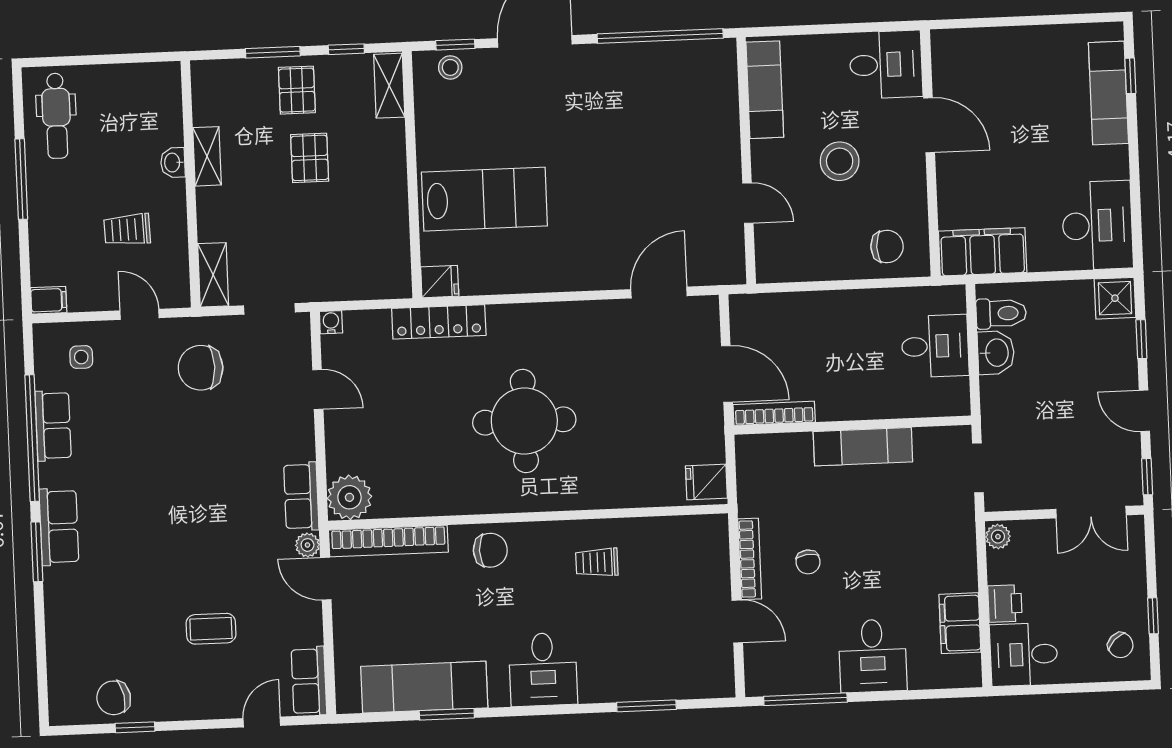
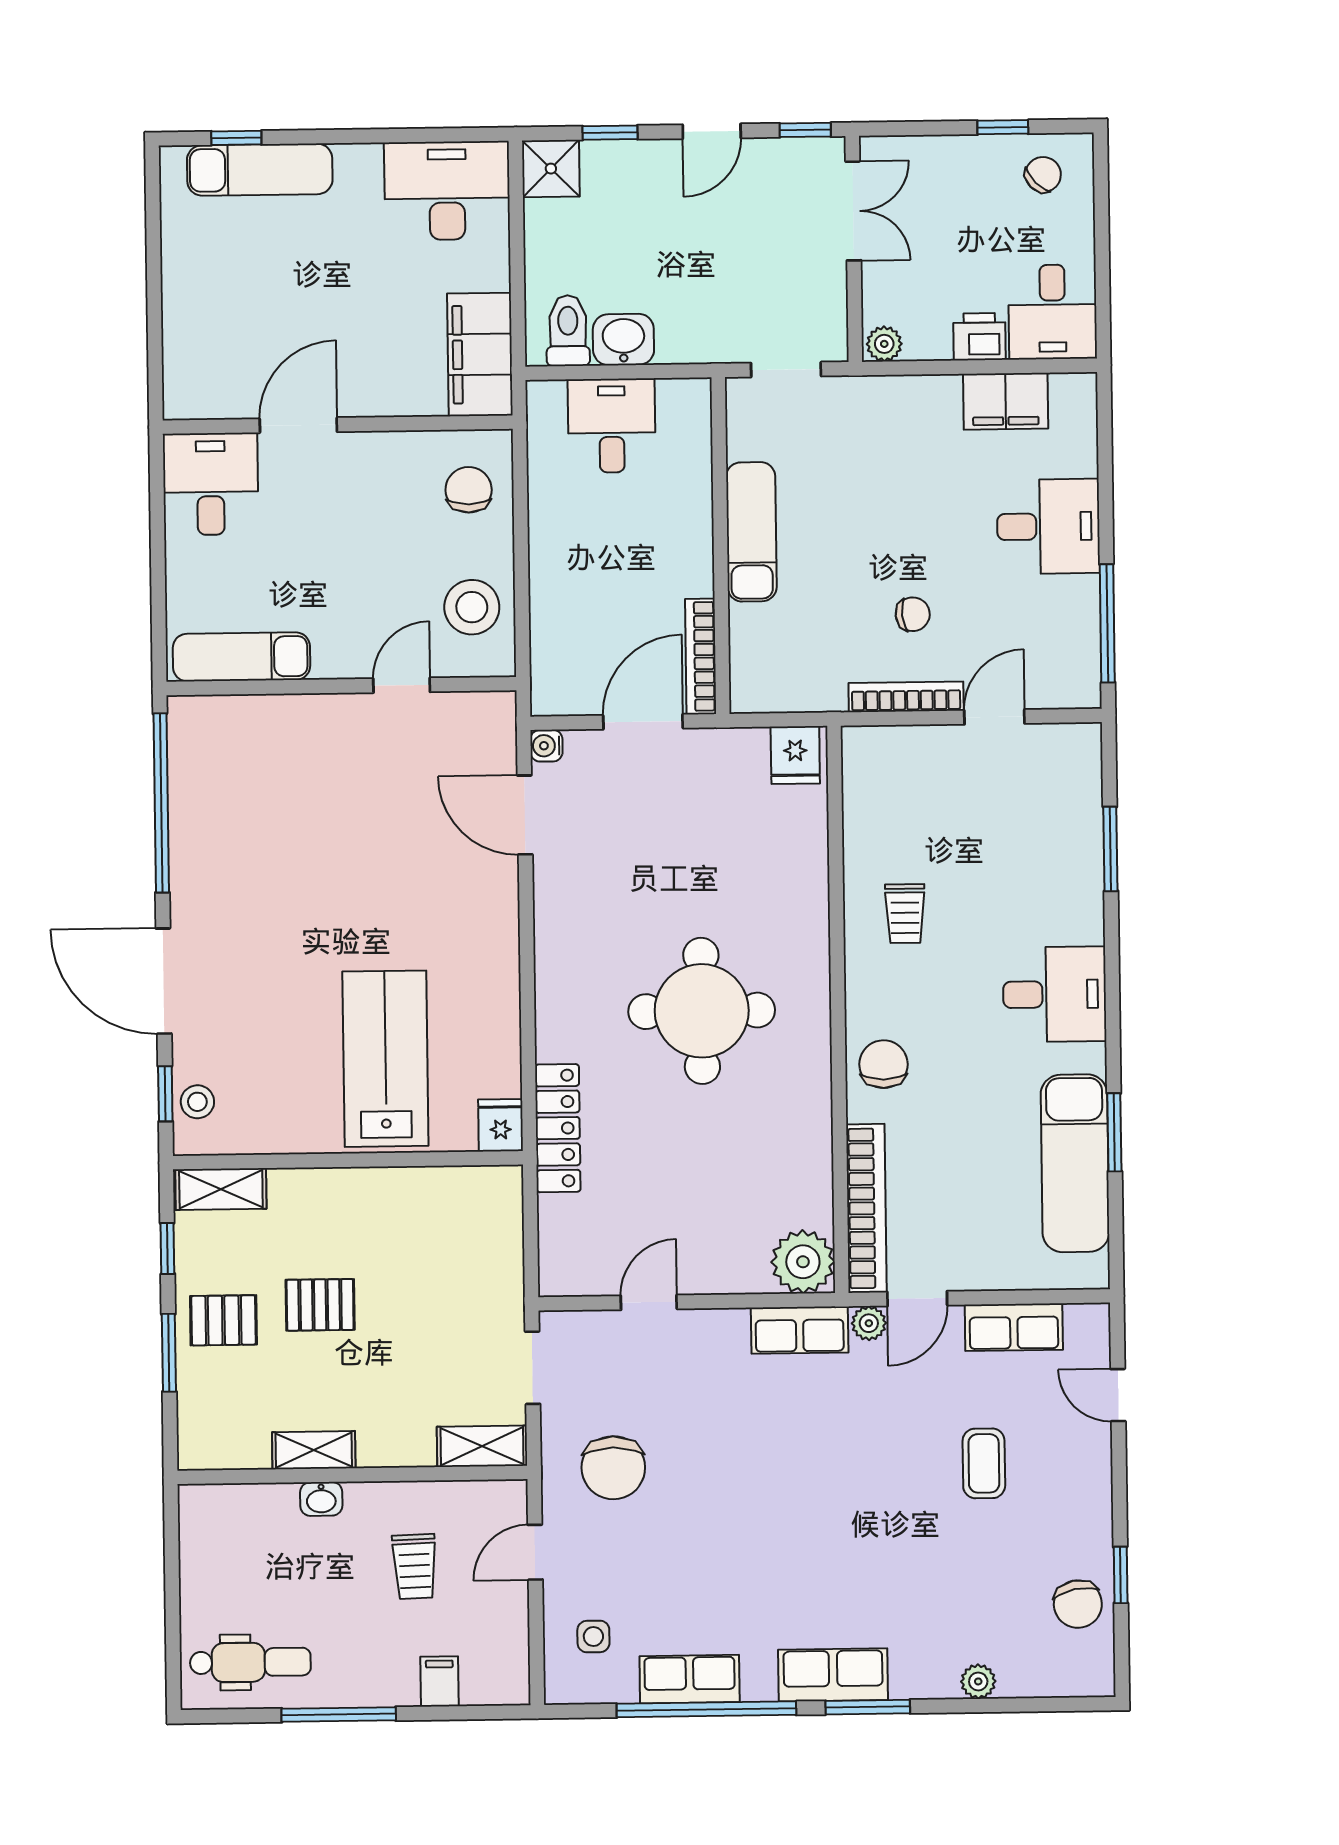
stool: (840, 161) -> (472, 607), moved
filing cabinet: (49, 300) -> (439, 1681), moved
water cooler: (331, 322) -> (546, 746), moved
plant: (57, 629) -> (978, 1681), added
row of seats: (309, 681) -> (1014, 1327), moved

